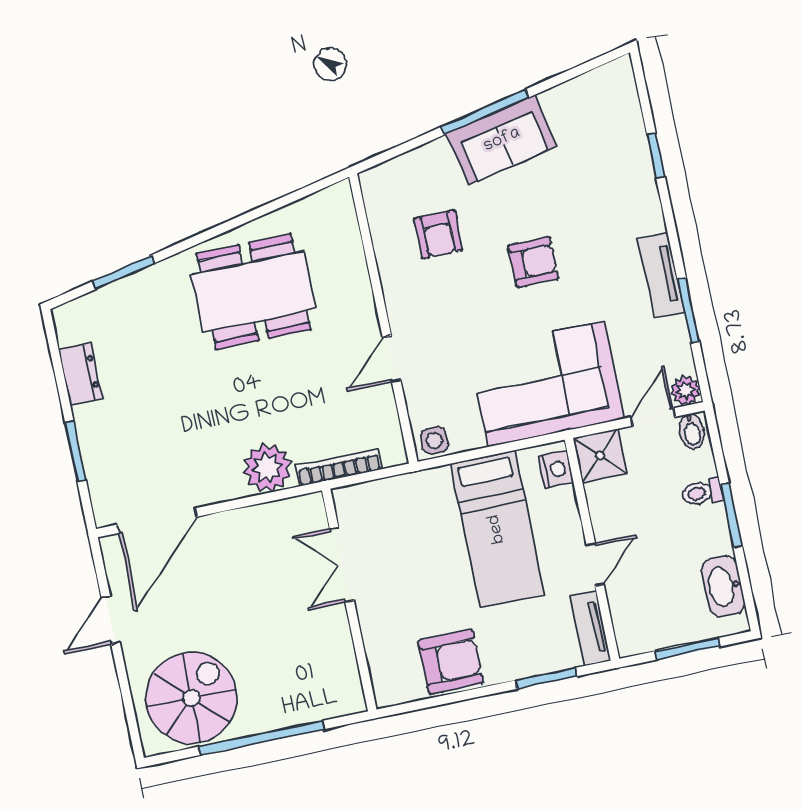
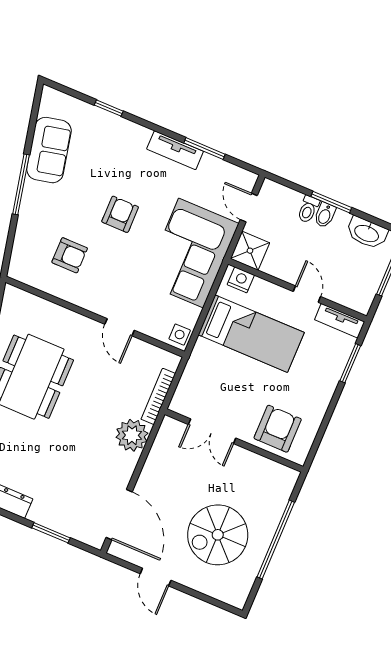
sofa: (502, 140) -> (49, 150), moved
plant: (686, 391) -> (247, 180), removed
bidet: (692, 431) -> (325, 215), moved, turned 90
armchair: (451, 662) -> (278, 429), moved
spiral stairs: (192, 698) -> (218, 535), moved, turned -90

